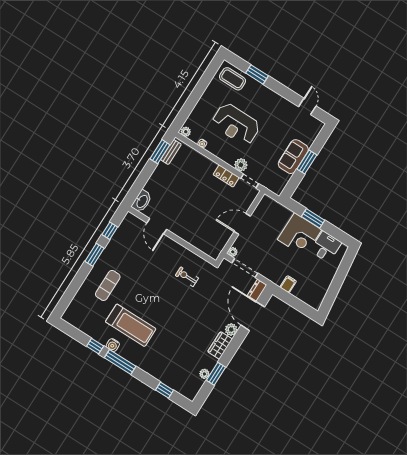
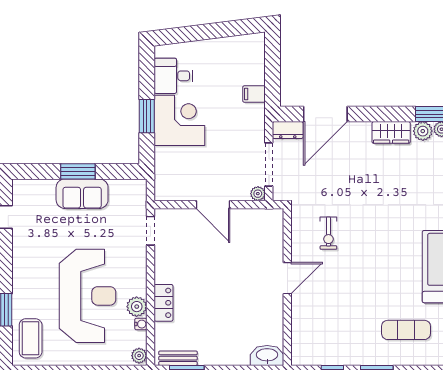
reception desk: (236, 124) -> (87, 296), width x1.36, depth x1.30
plant: (241, 165) -> (137, 307), moved
locker: (226, 176) -> (164, 303), moved
door: (157, 226) -> (287, 278), moved
plant: (231, 330) -> (423, 131), moved

